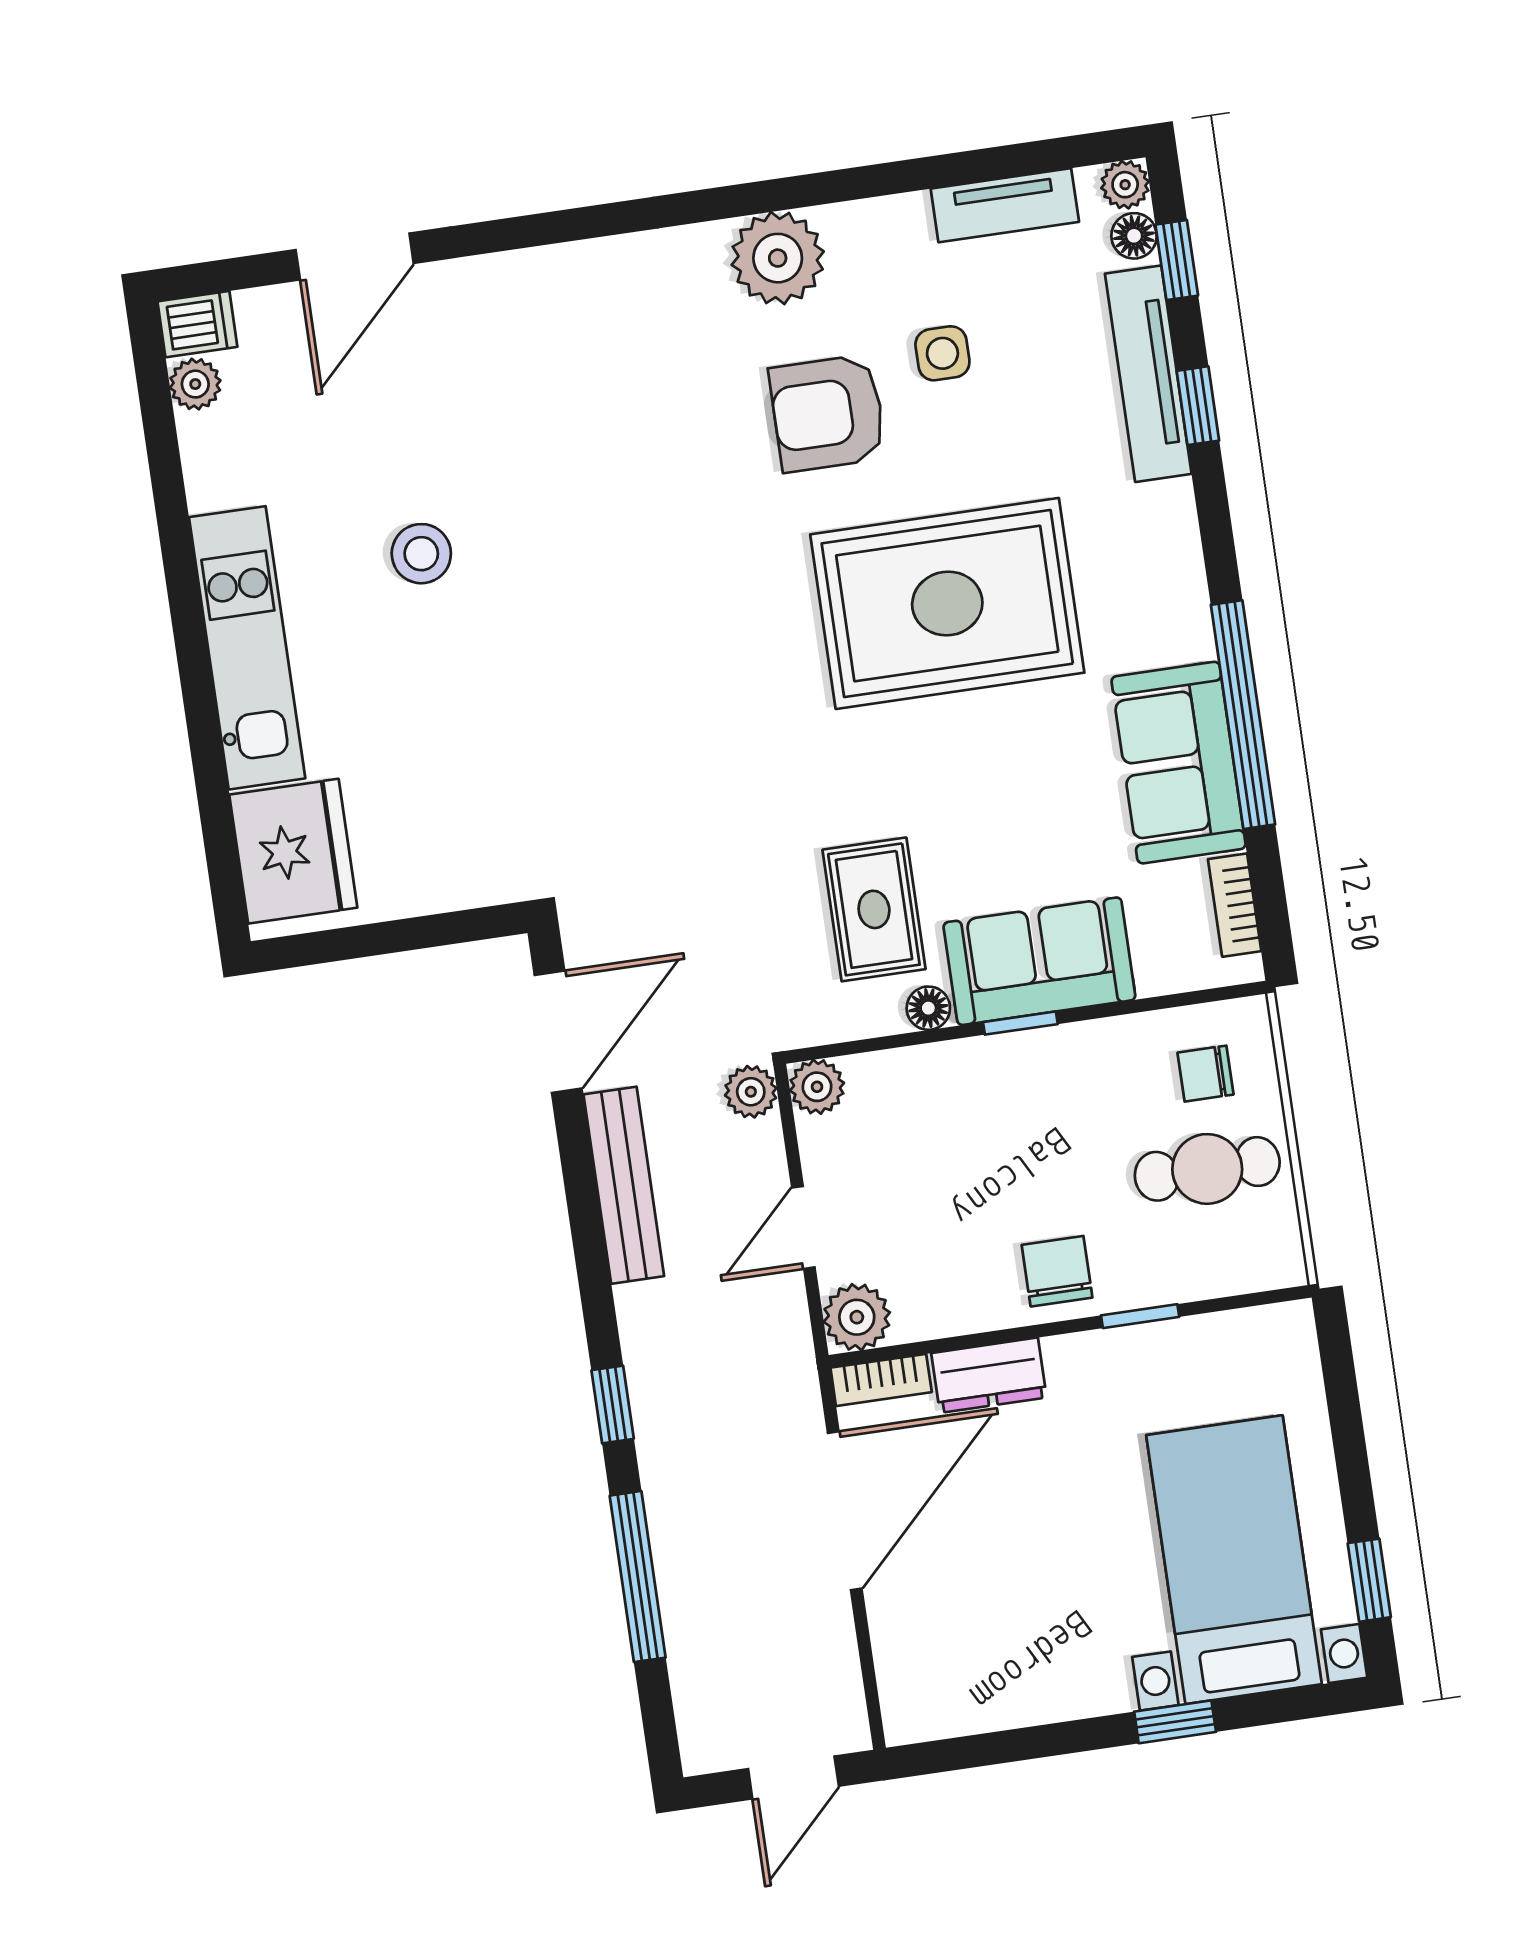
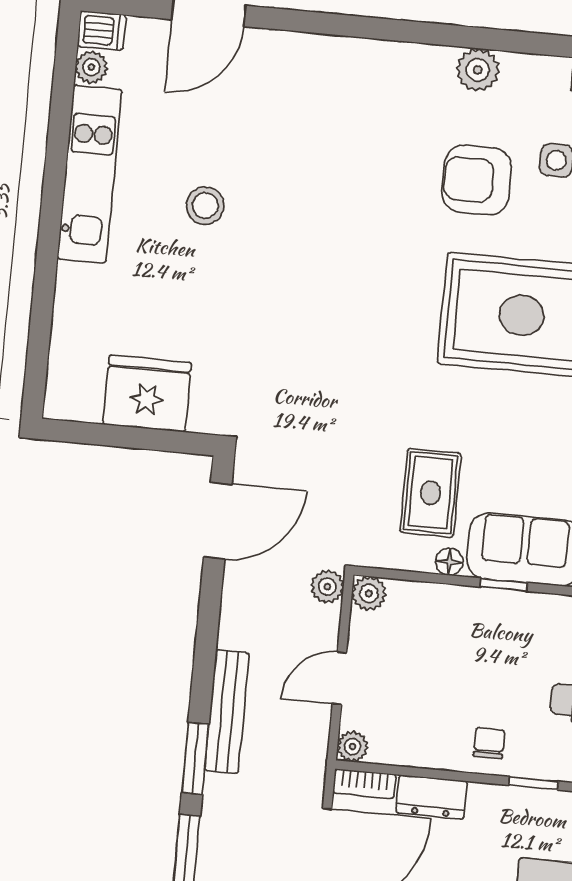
plant: (778, 258) -> (478, 70), width x0.73, depth x0.73
kitchen unit: (247, 648) -> (90, 174), moved
fridge: (293, 851) -> (147, 394), moved, turned -90
bench: (624, 1185) -> (227, 712), moved
chair: (1057, 1271) -> (489, 743), width x0.73, depth x0.73
plant: (857, 1317) -> (353, 747), width x0.73, depth x0.73
window: (613, 1405) -> (195, 759), width x1.50

